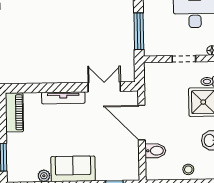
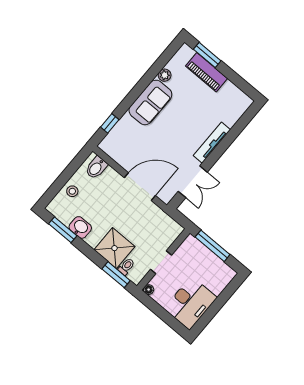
piano: (14, 112) -> (207, 72), moved
bidet: (155, 151) -> (96, 168), moved

